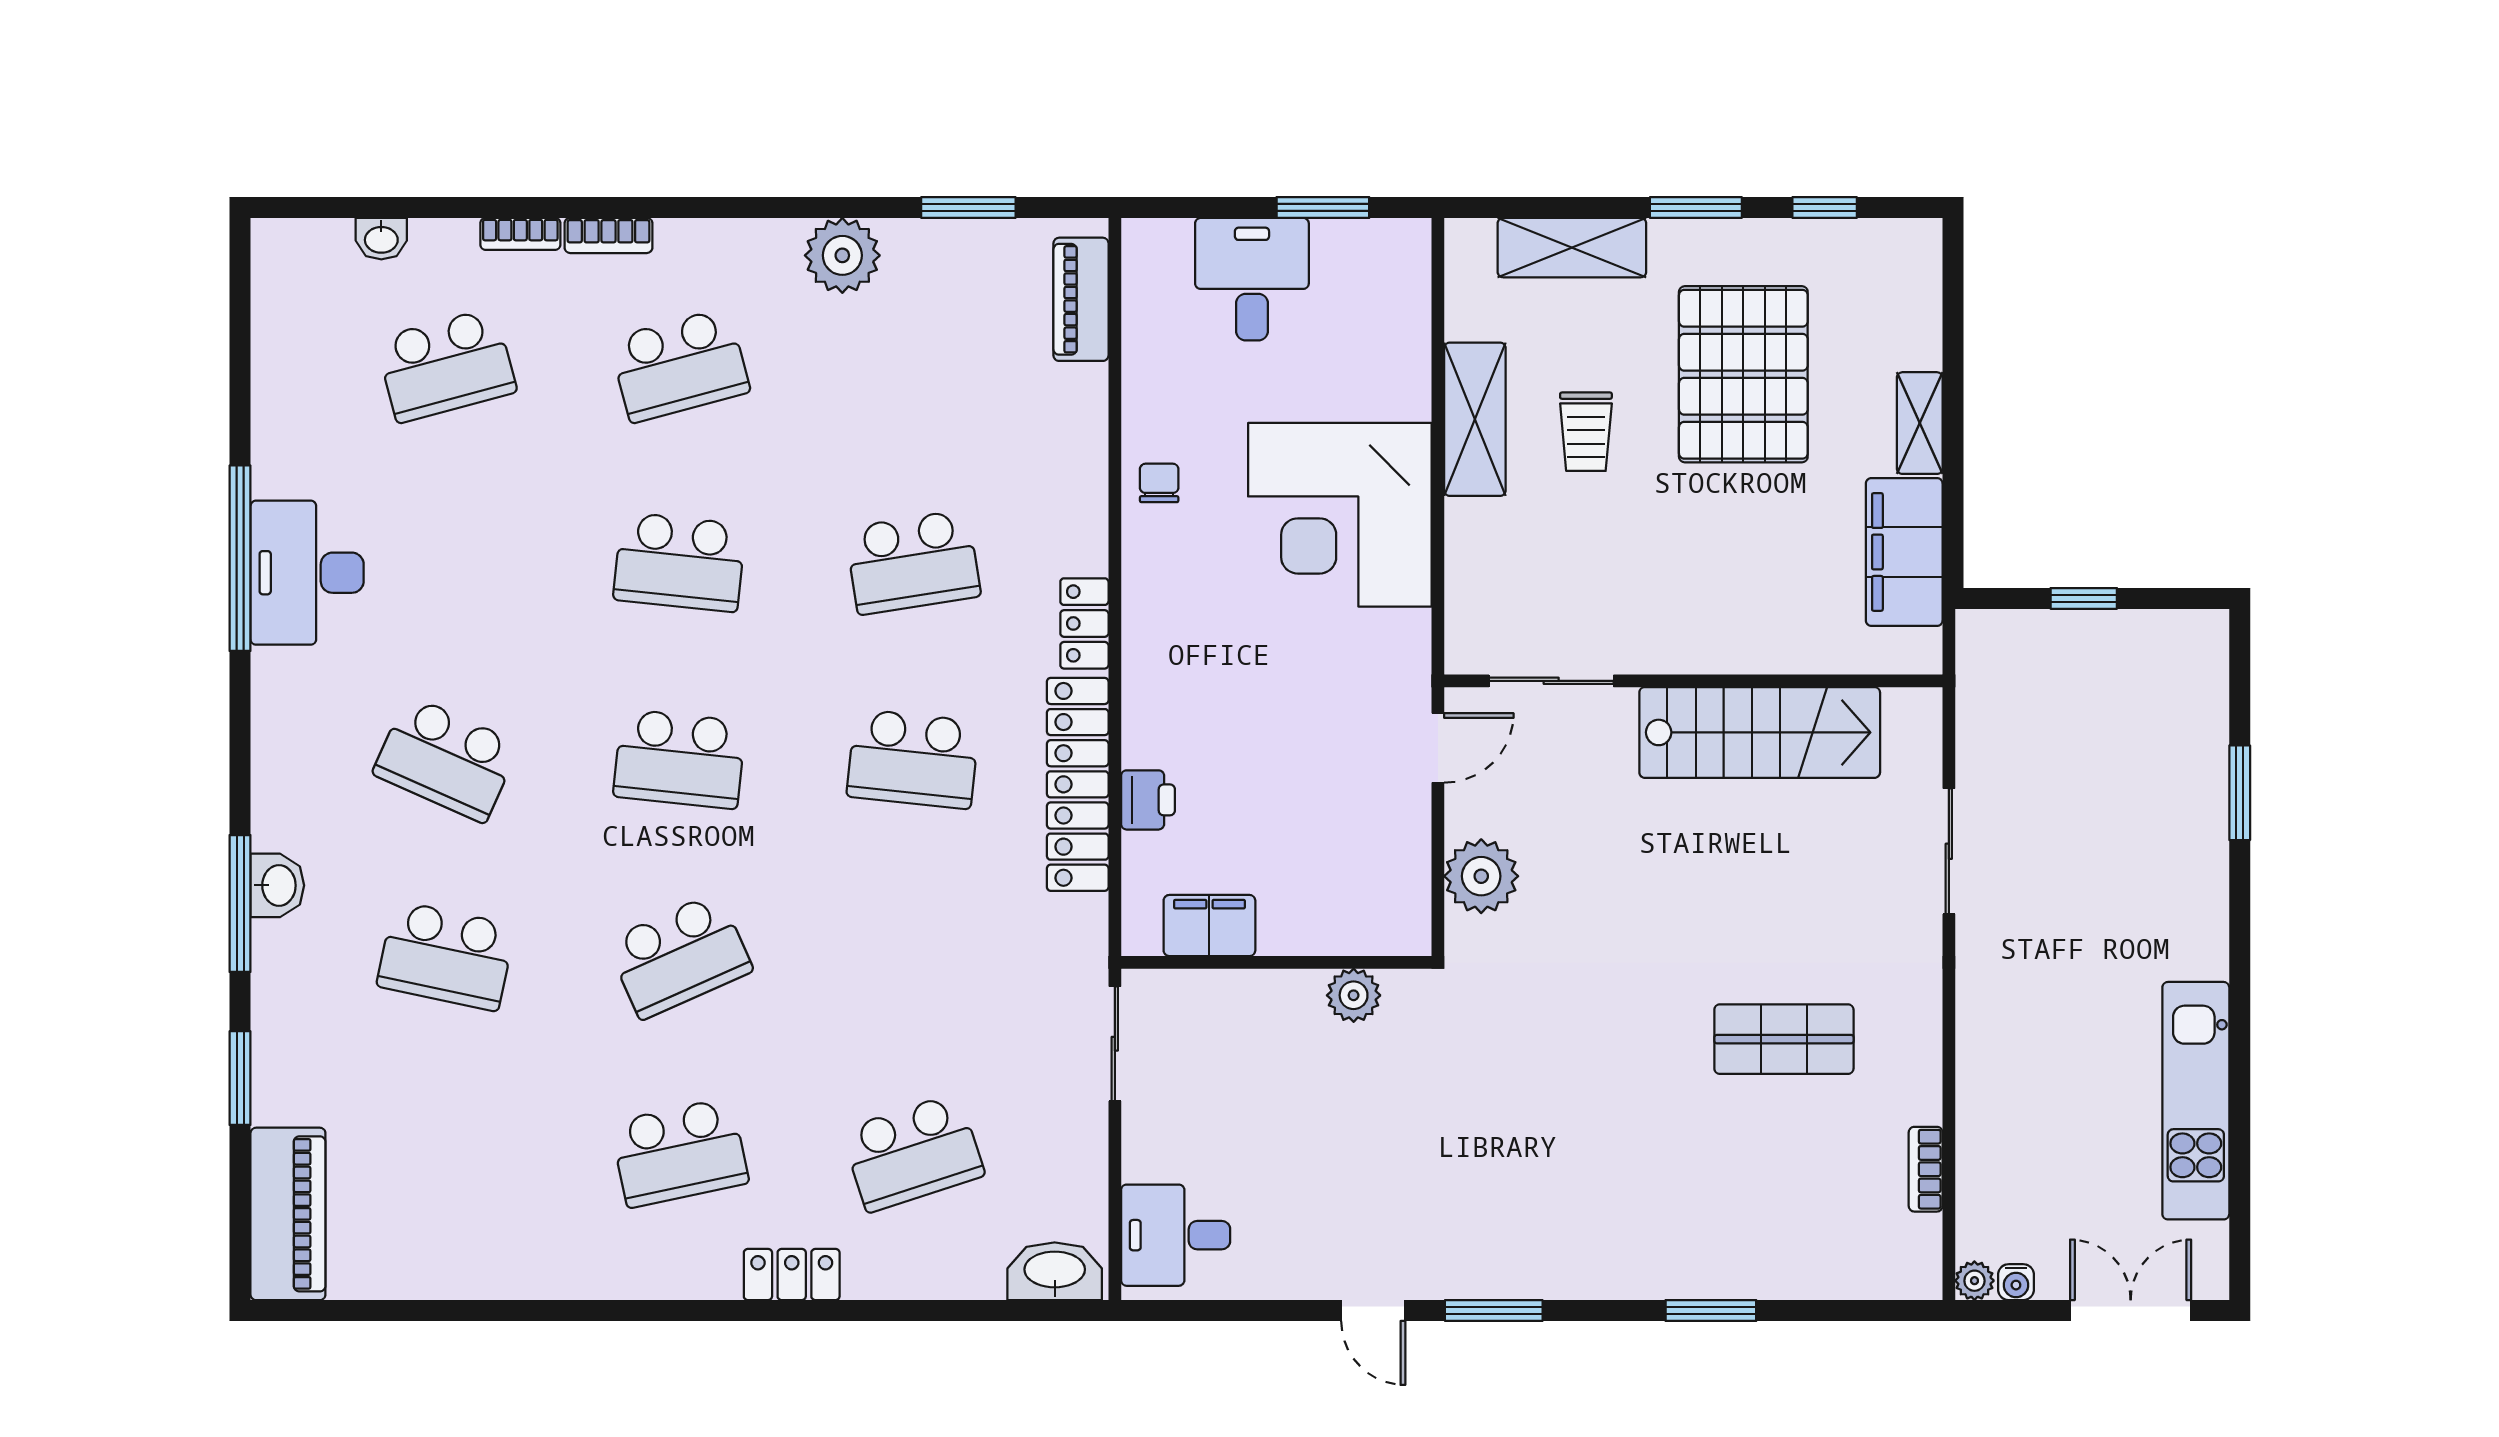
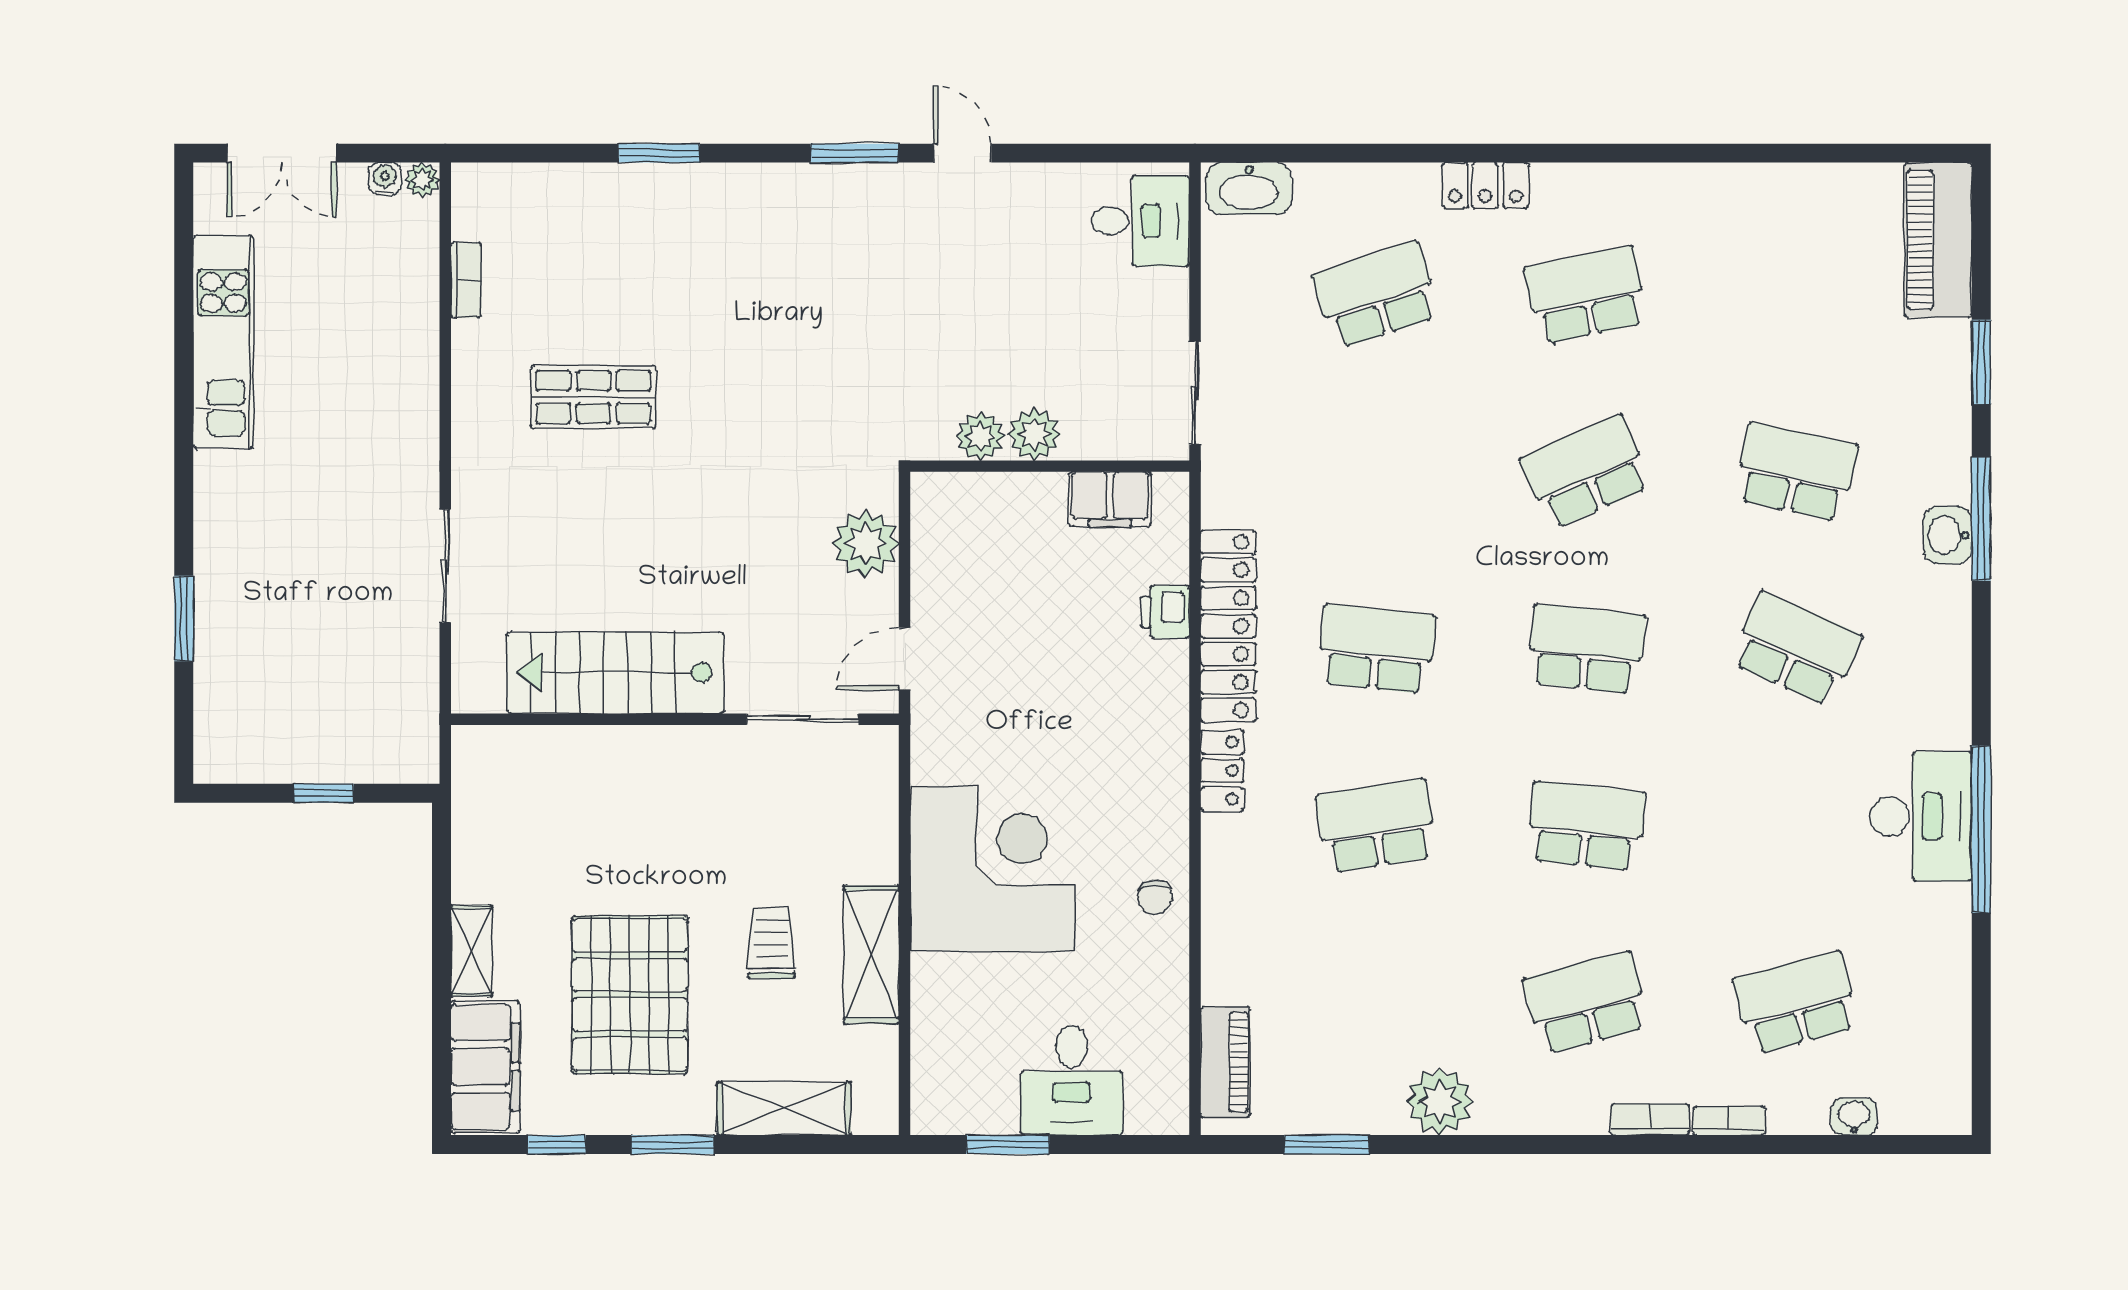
filing cabinet: (1904, 552) -> (485, 1067), moved
plant: (1293, 998) -> (1034, 434), added

